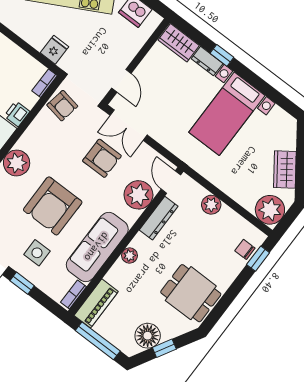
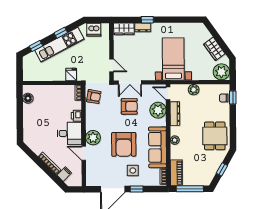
bed with nightstands: (227, 114) -> (173, 59), moved, turned 180
dining table: (191, 293) -> (215, 136), turned 90
floor lamp: (148, 336) -> (210, 170), removed

